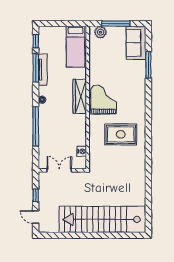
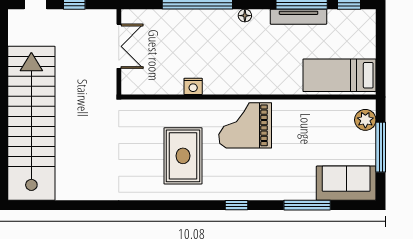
wardrobe: (80, 96) -> (251, 83), removed
grand piano: (104, 100) -> (245, 125), turned 180
window: (148, 104) -> (236, 205), added
nightstand: (82, 151) -> (193, 86), moved

